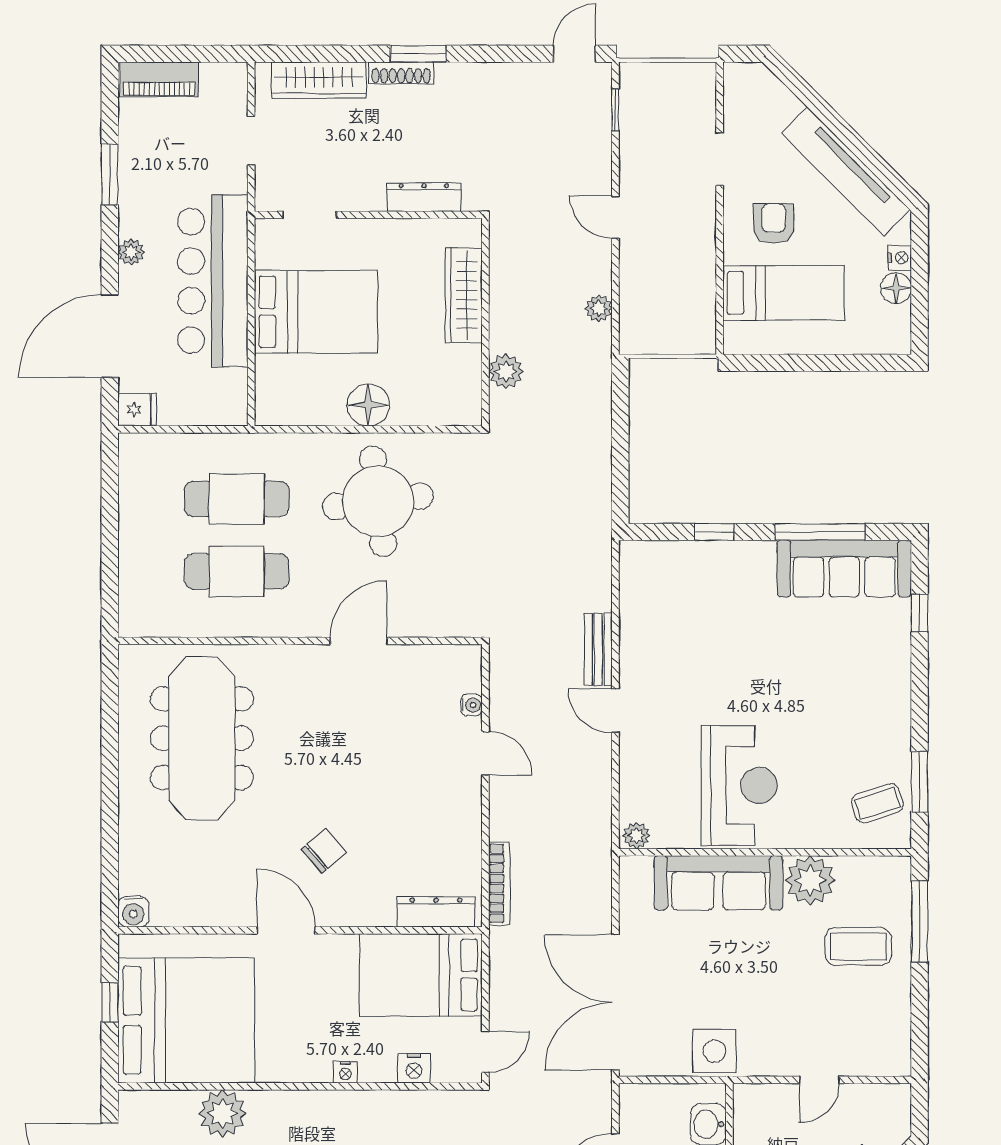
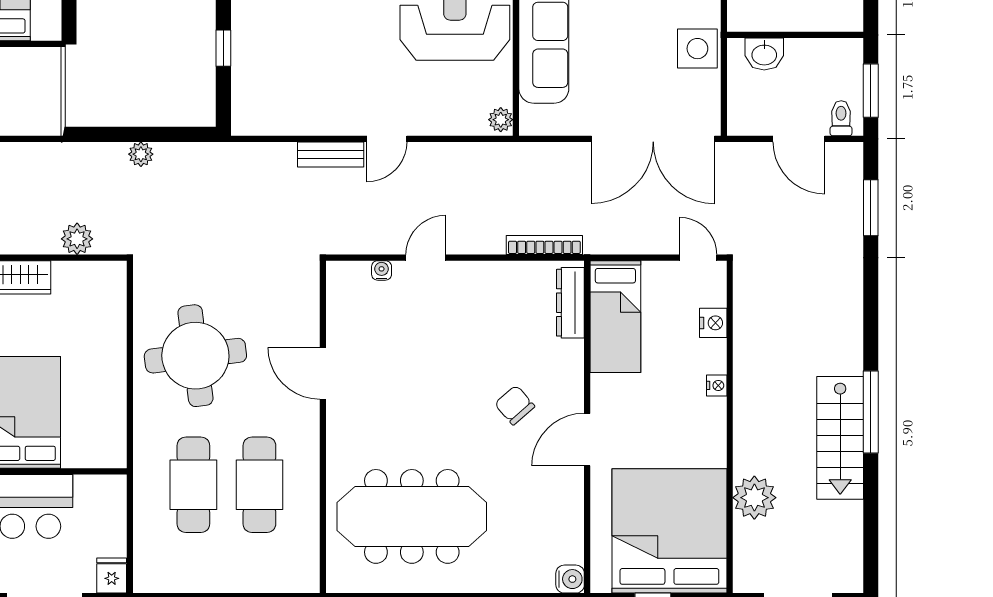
plant: (599, 308) -> (141, 154), moved
floor lamp: (368, 405) -> (108, 365), removed
bed: (421, 975) -> (615, 317), width x0.67

